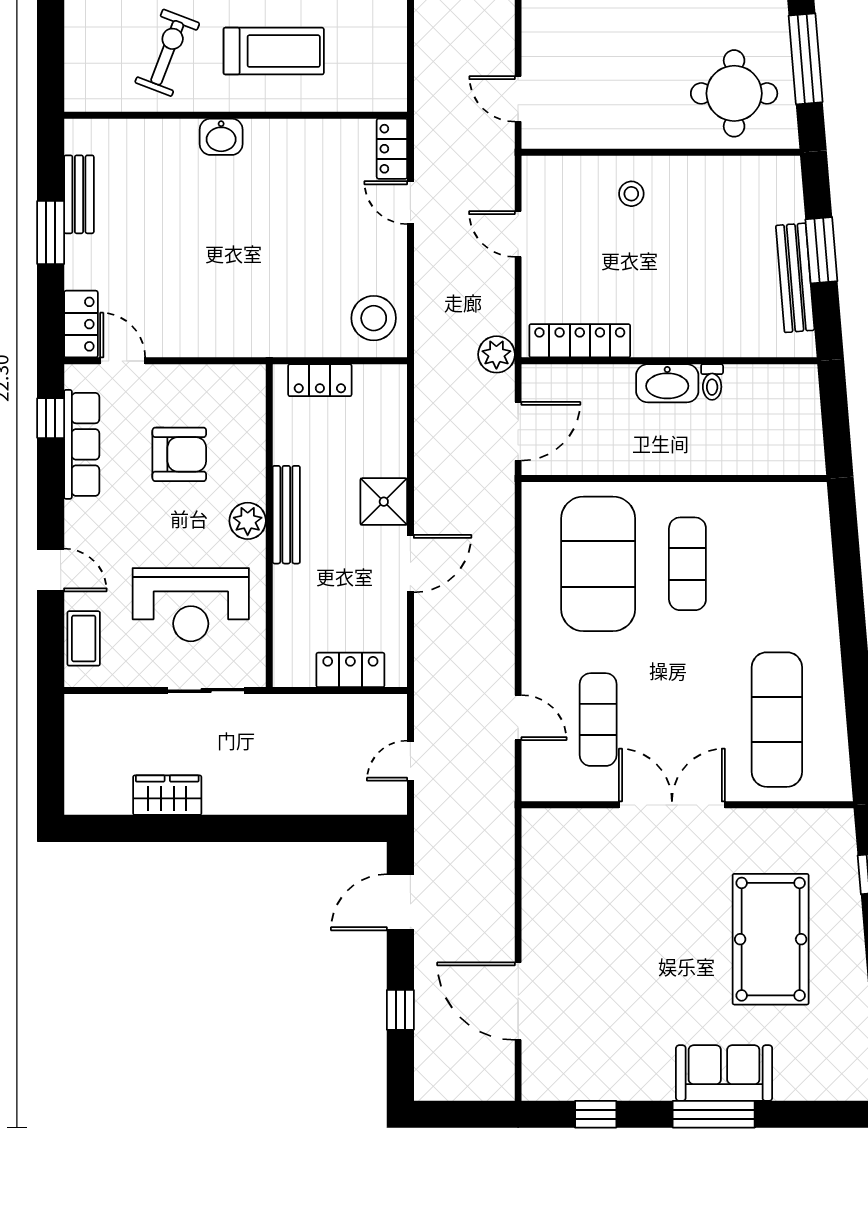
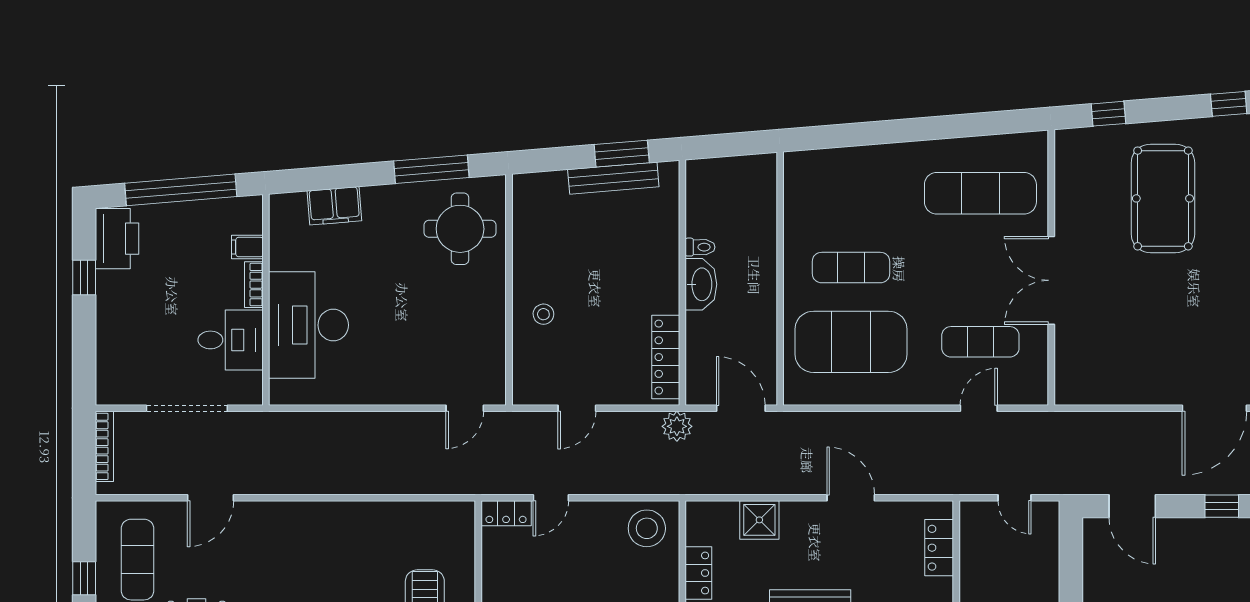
window: (821, 250) -> (622, 154), moved
shower: (384, 502) -> (759, 520), moved
pool table: (771, 939) -> (1163, 198), turned 90

